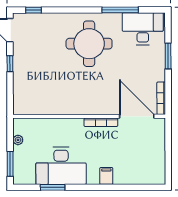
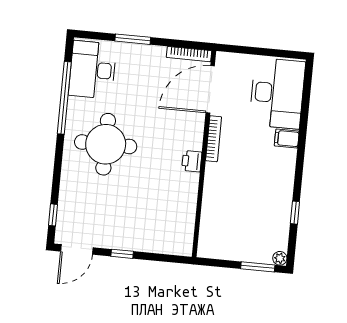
window: (120, 10) -> (64, 98), width x1.46
printer: (83, 108) -> (192, 161), added
plant: (18, 140) -> (280, 258), moved
desk: (61, 166) -> (277, 93), moved
window: (53, 187) -> (295, 213), width x0.67

